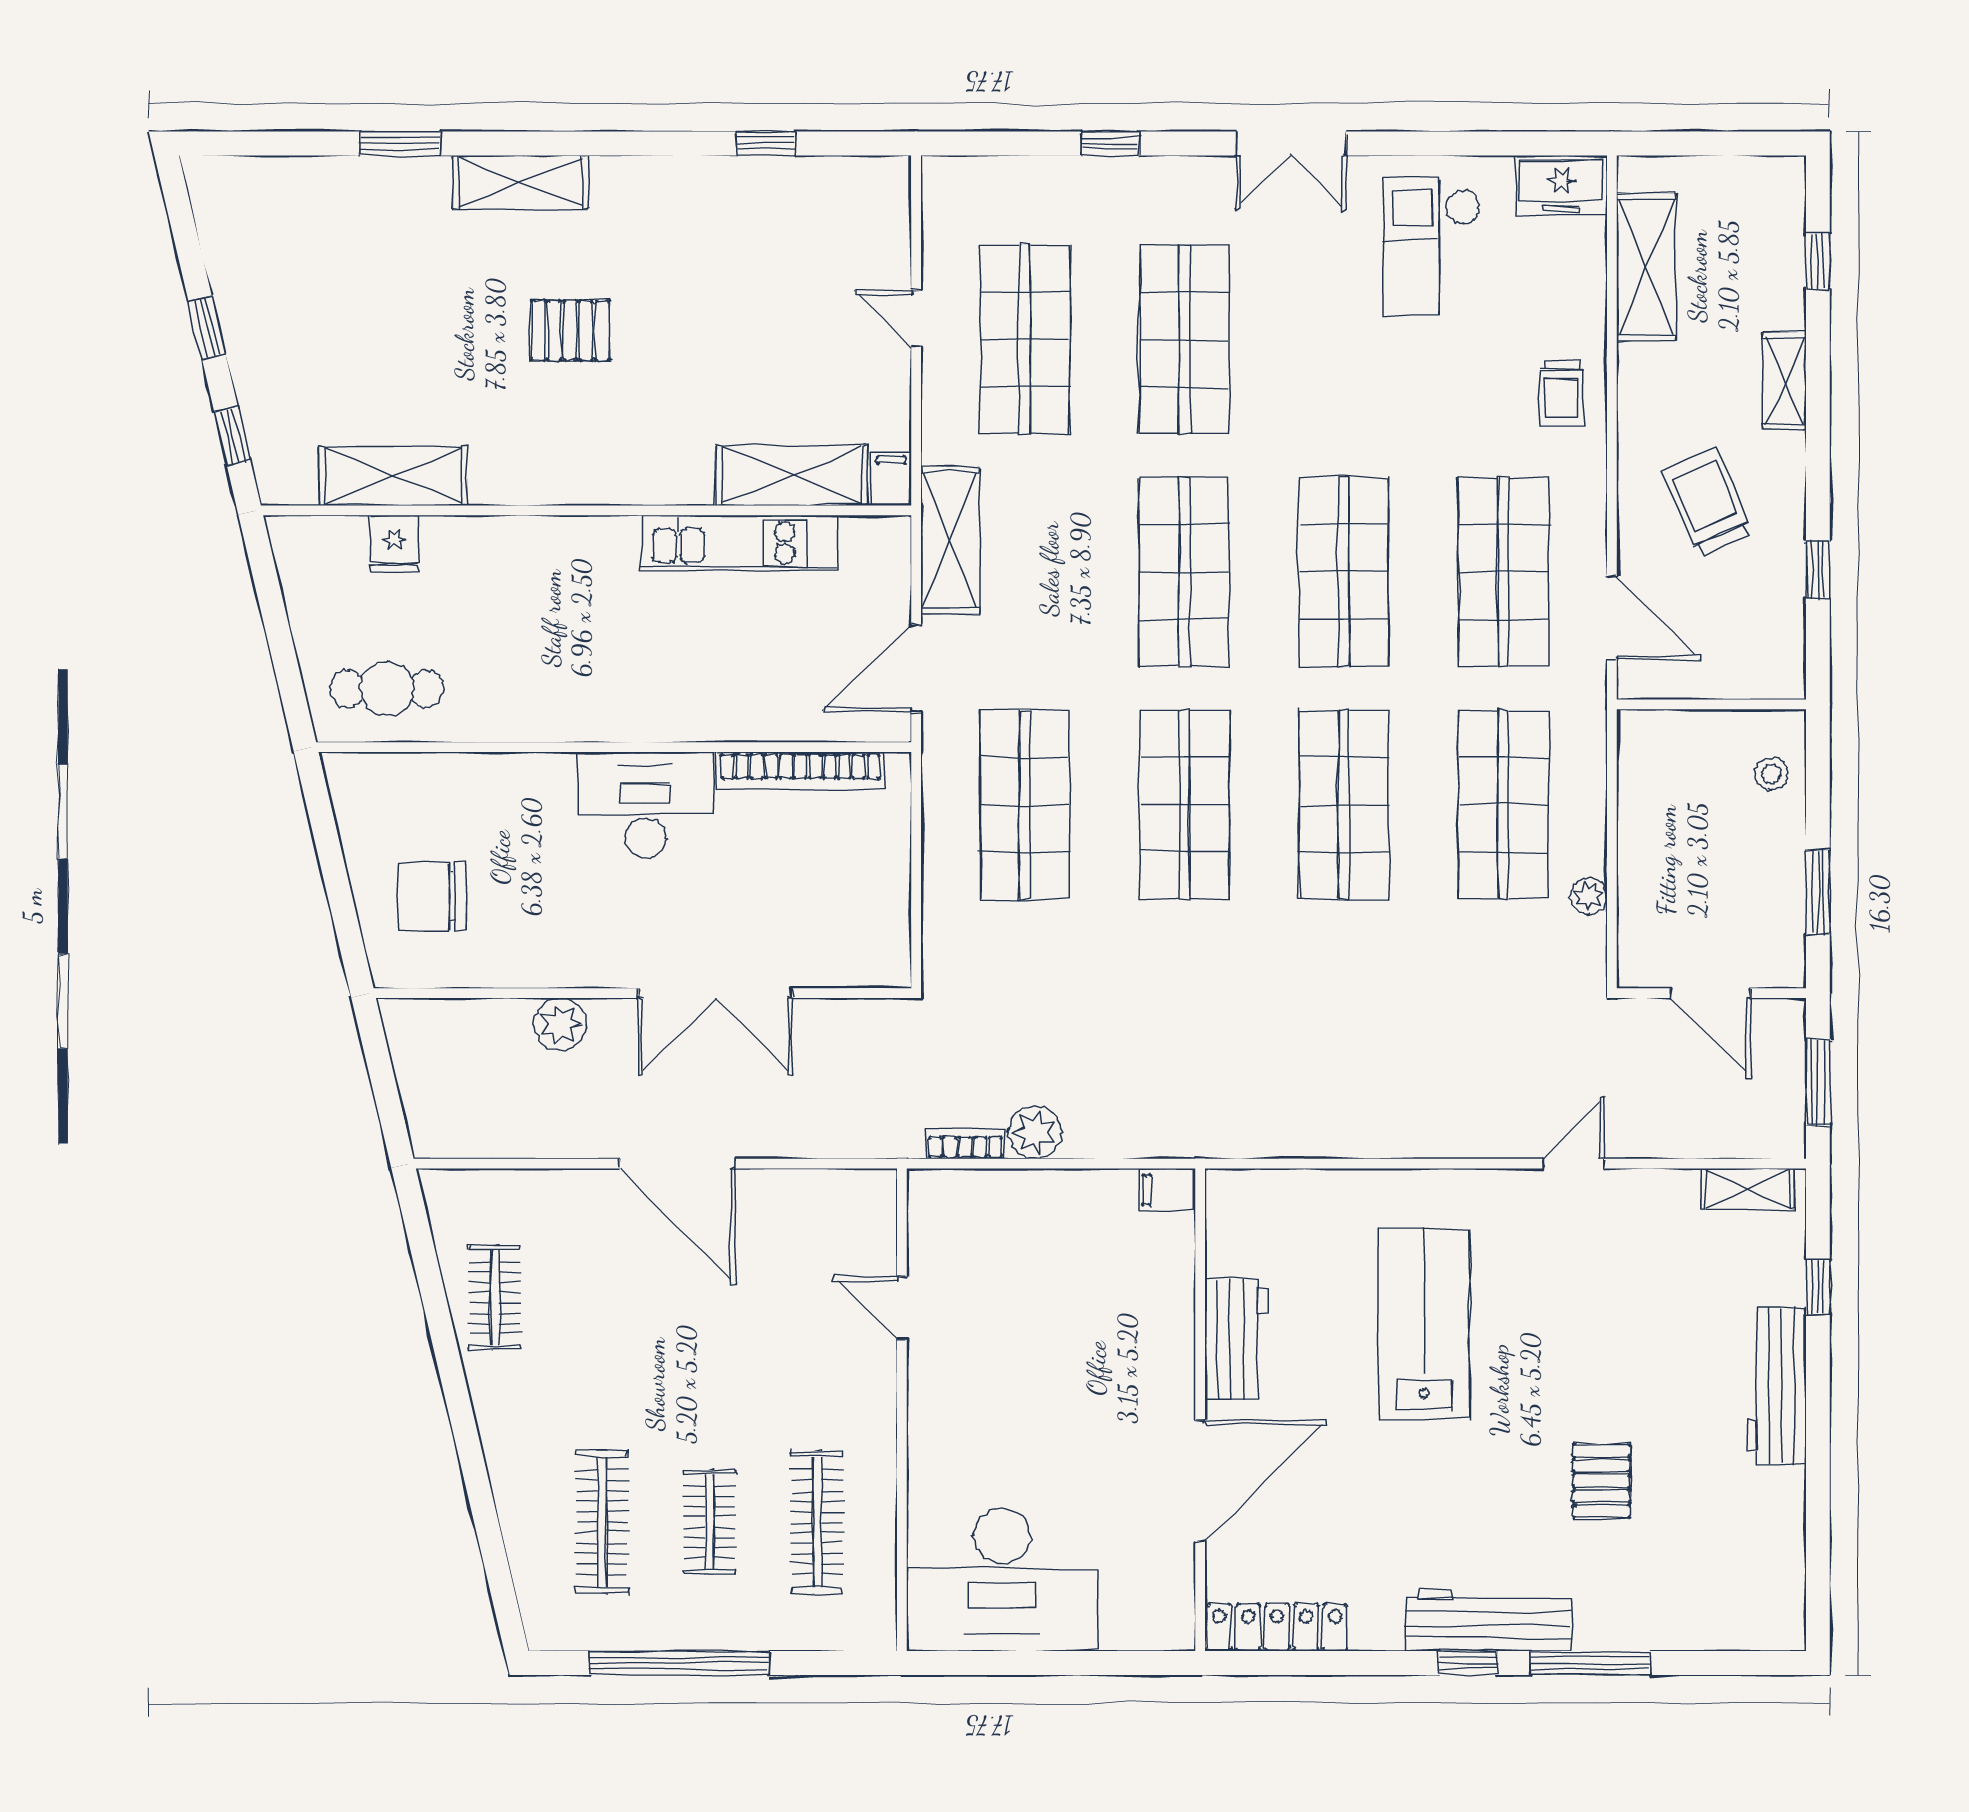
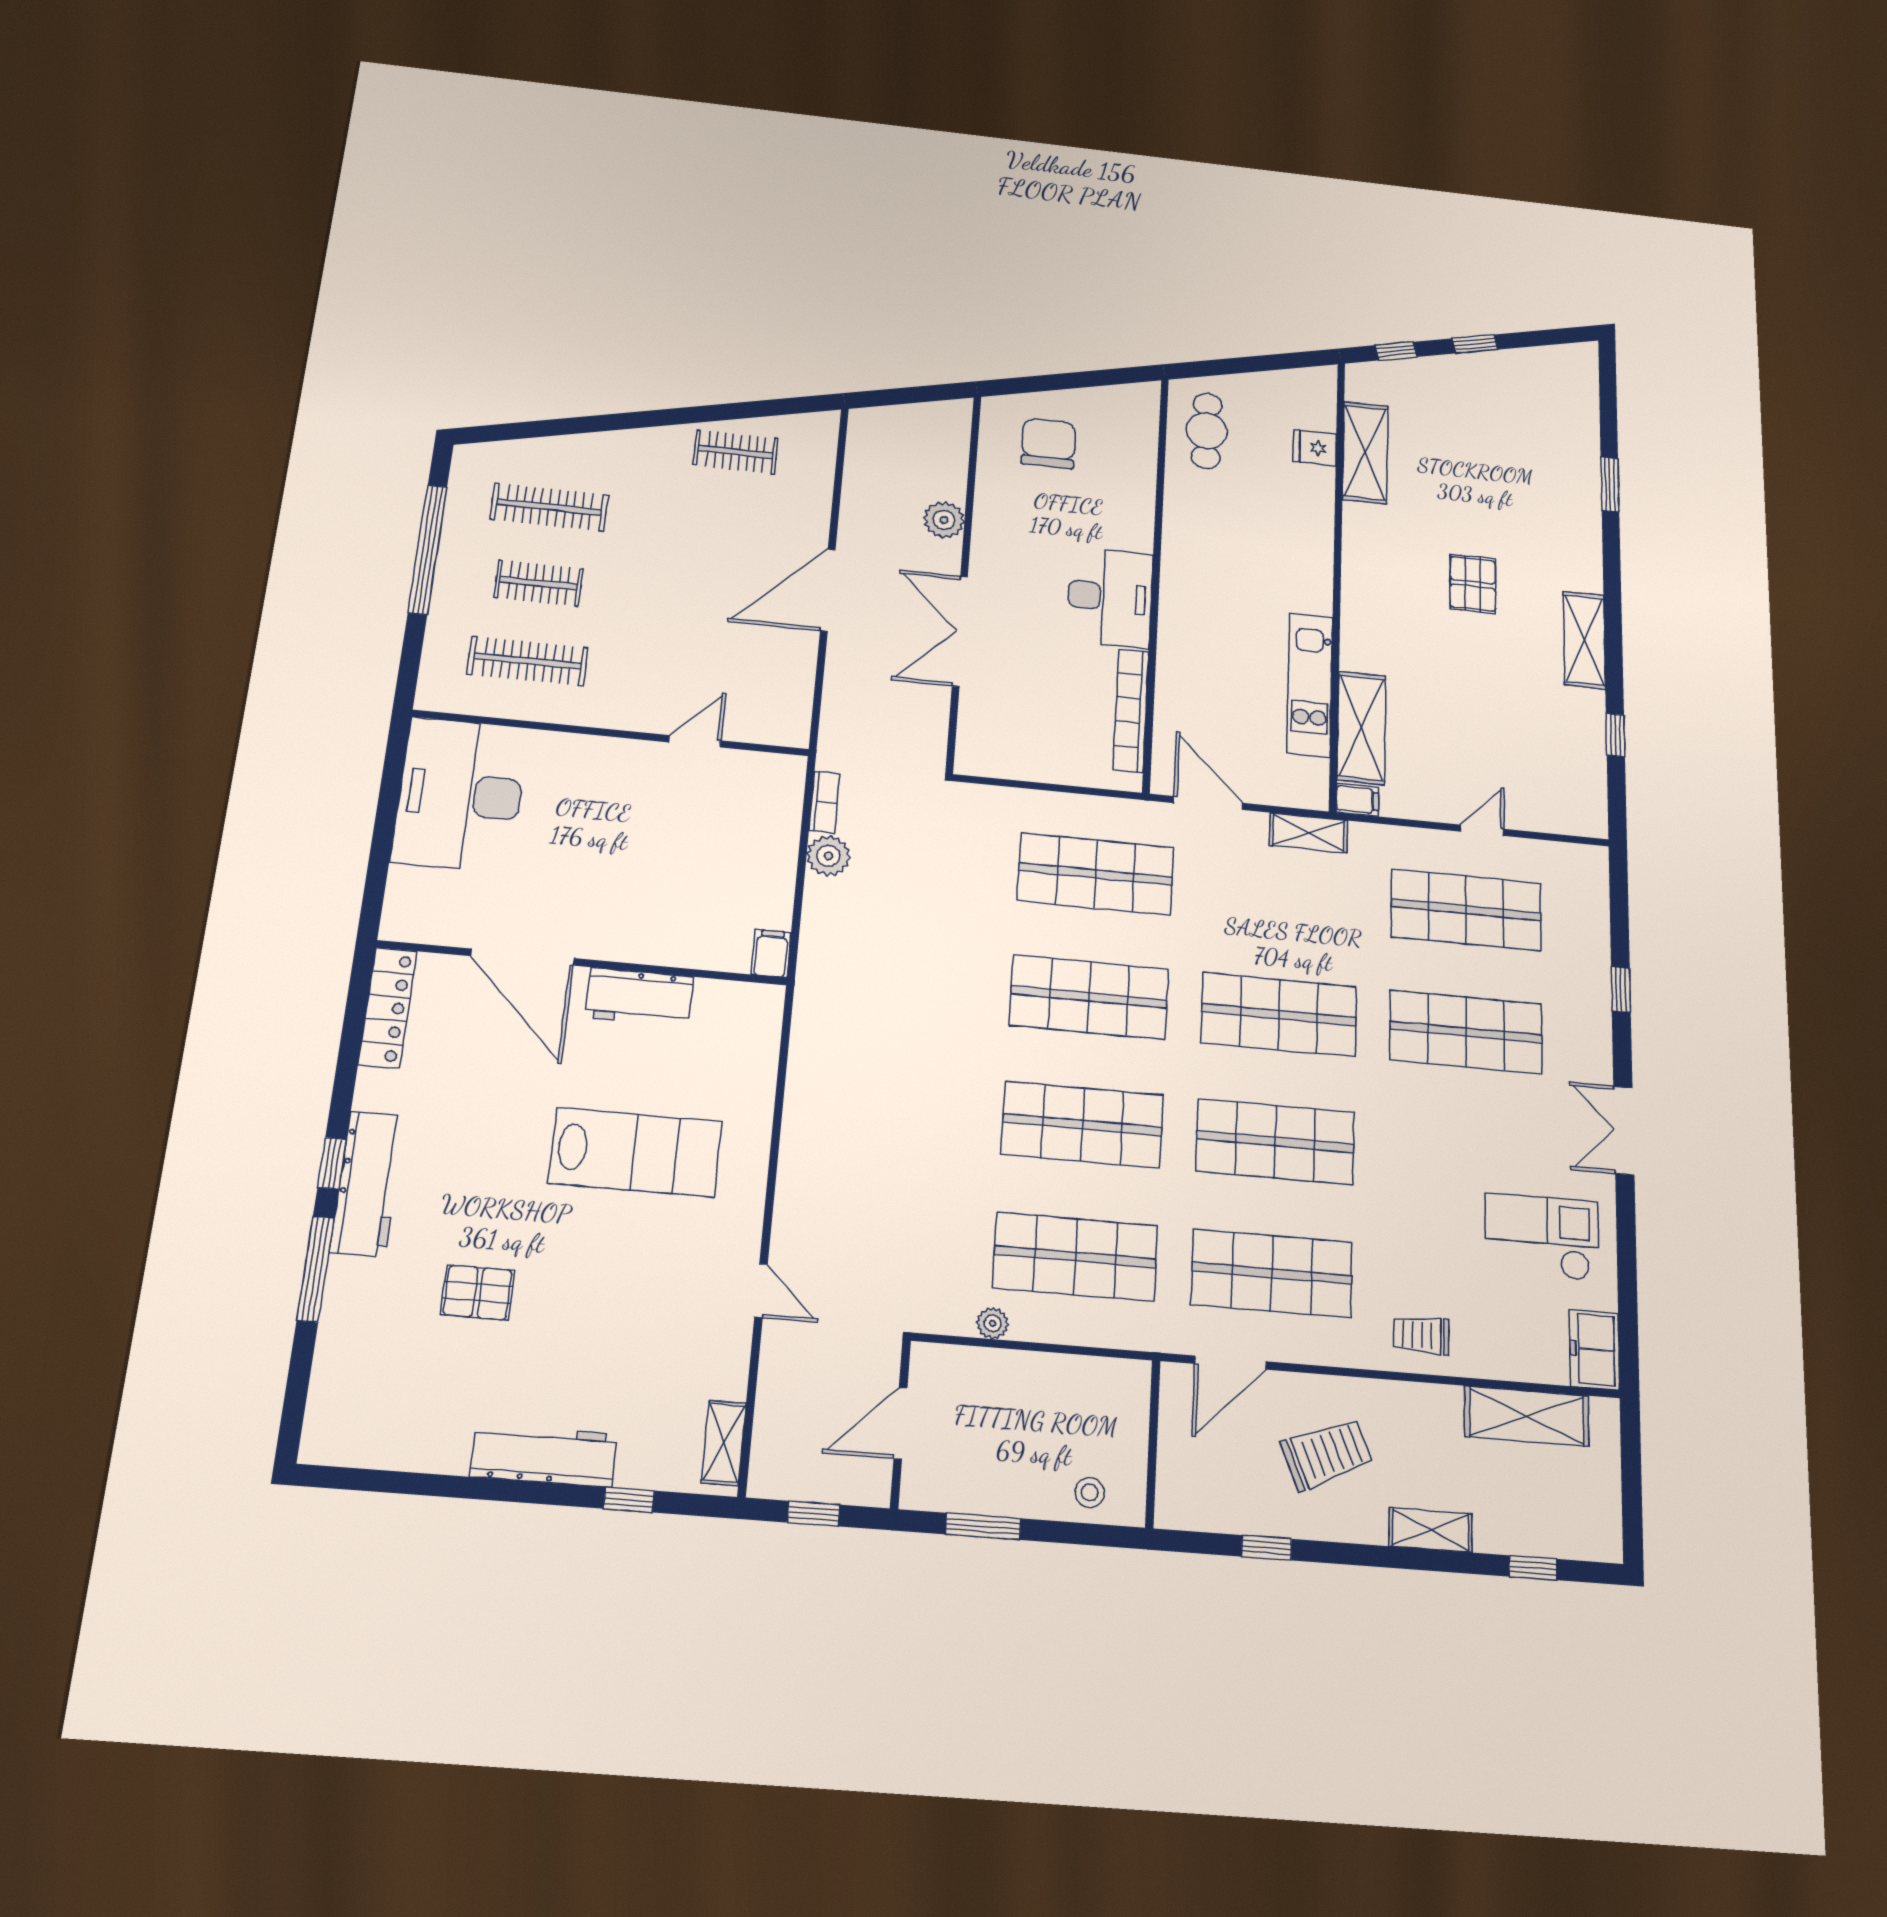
shelving: (521, 182) -> (1584, 640), moved
shelving: (950, 540) -> (1309, 833), width x0.67, depth x0.75
window: (1818, 1082) -> (813, 1514), width x0.67

